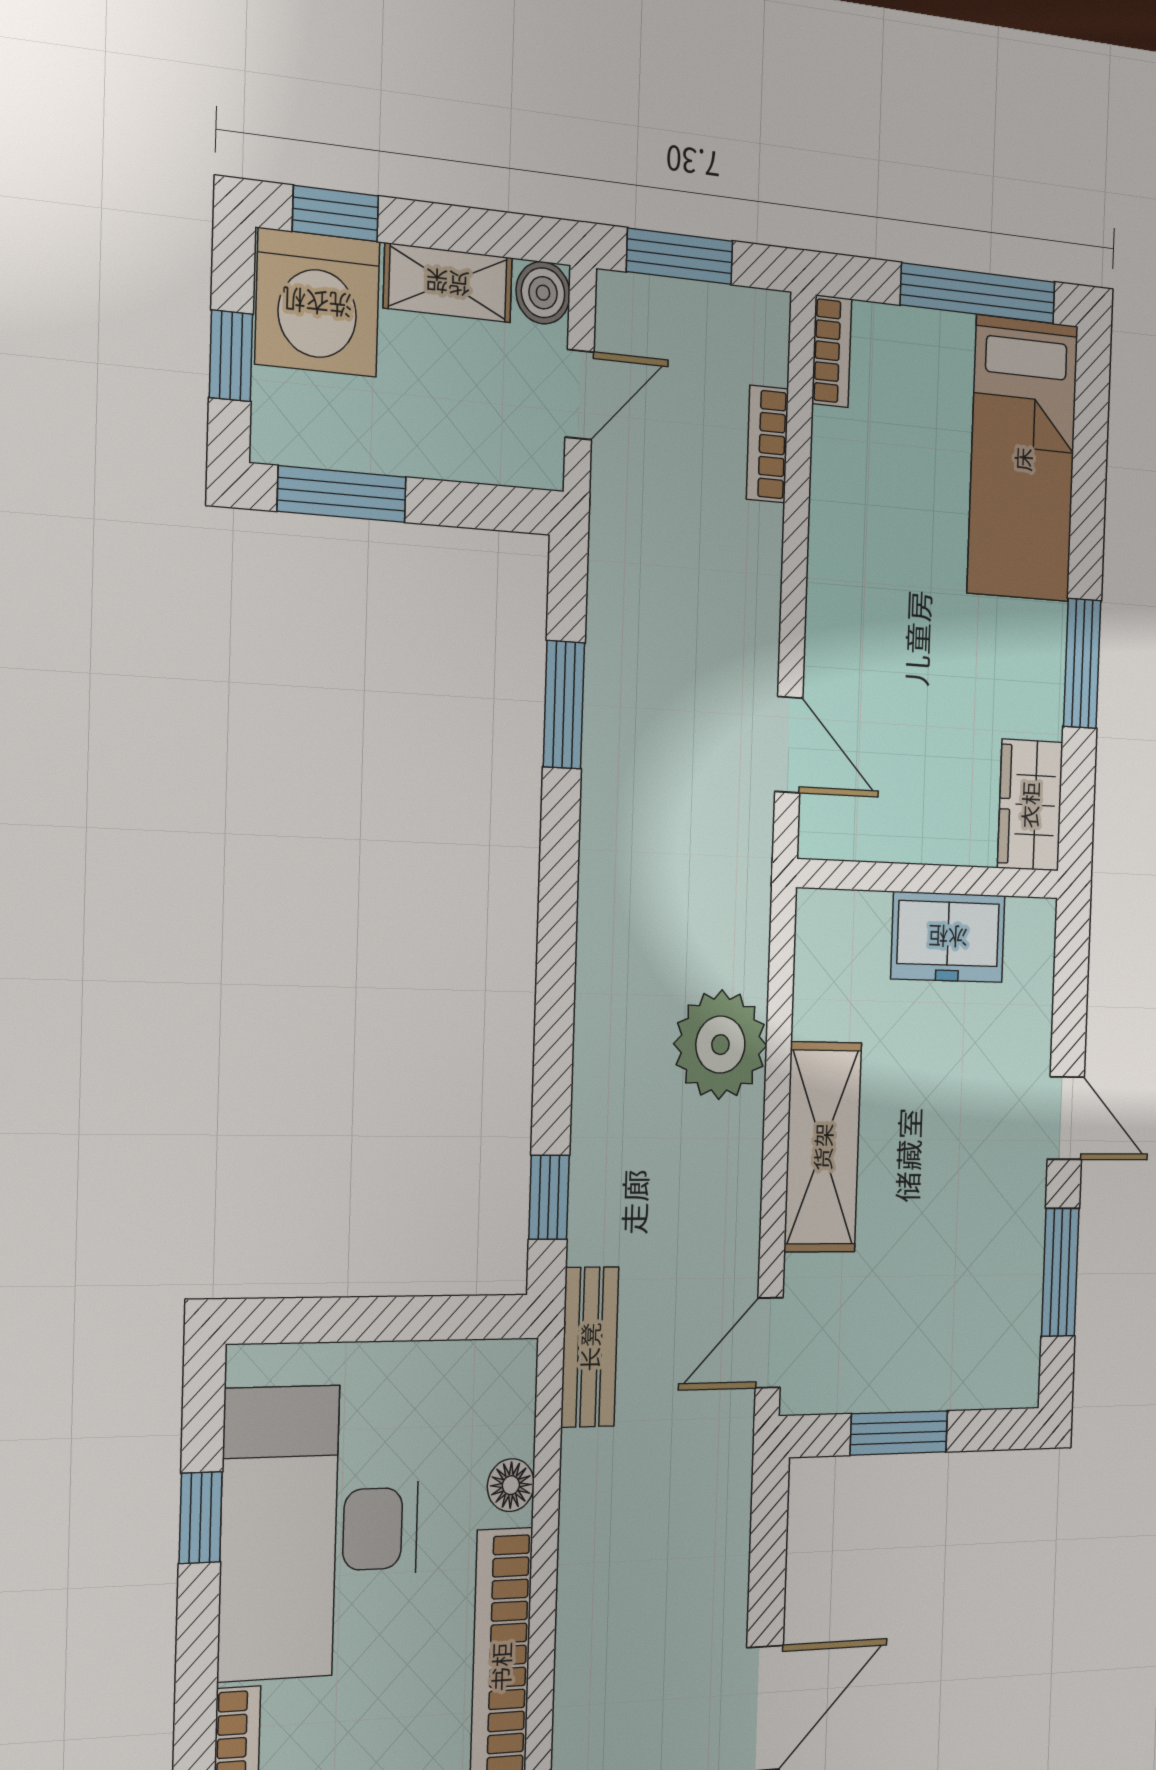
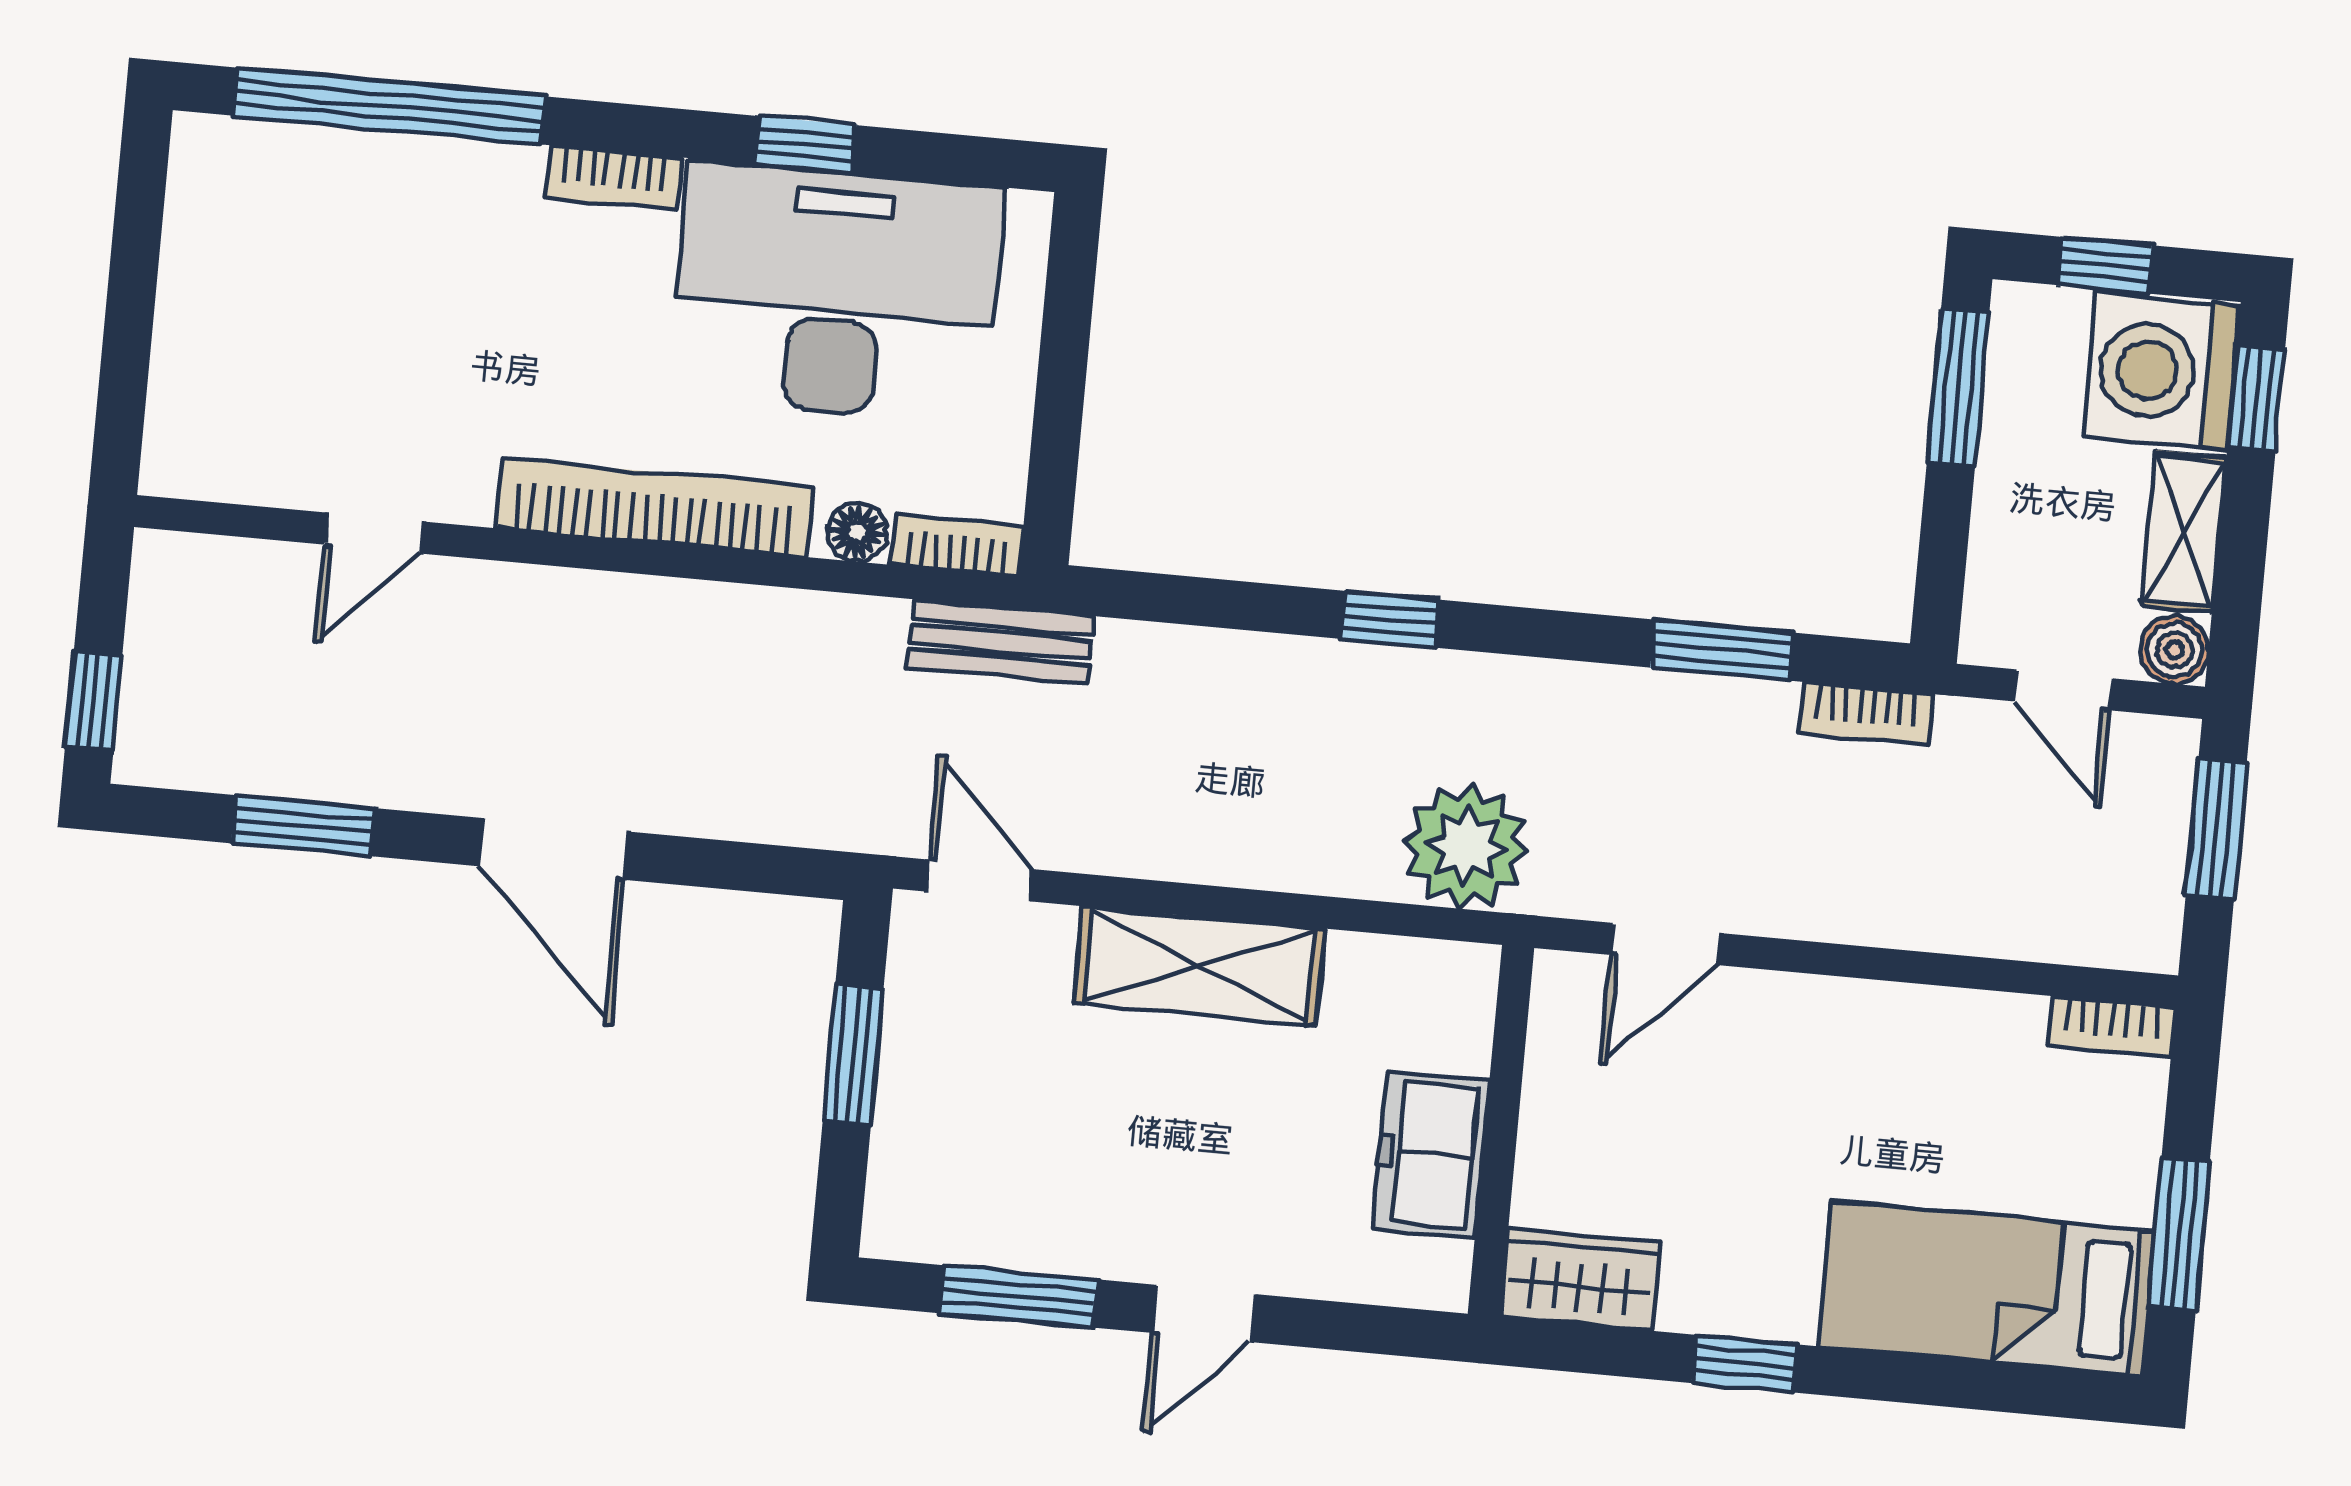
window: (978, 293) -> (2179, 1234), width x0.69
bookcase: (767, 444) -> (1866, 714), moved, turned 180
window: (1082, 663) -> (1744, 1364), width x0.67
plant: (720, 1045) -> (1466, 846), moved
window: (549, 1197) -> (1390, 619), moved
bookcase: (517, 1396) -> (957, 545), added
window: (201, 1518) -> (805, 145), moved

